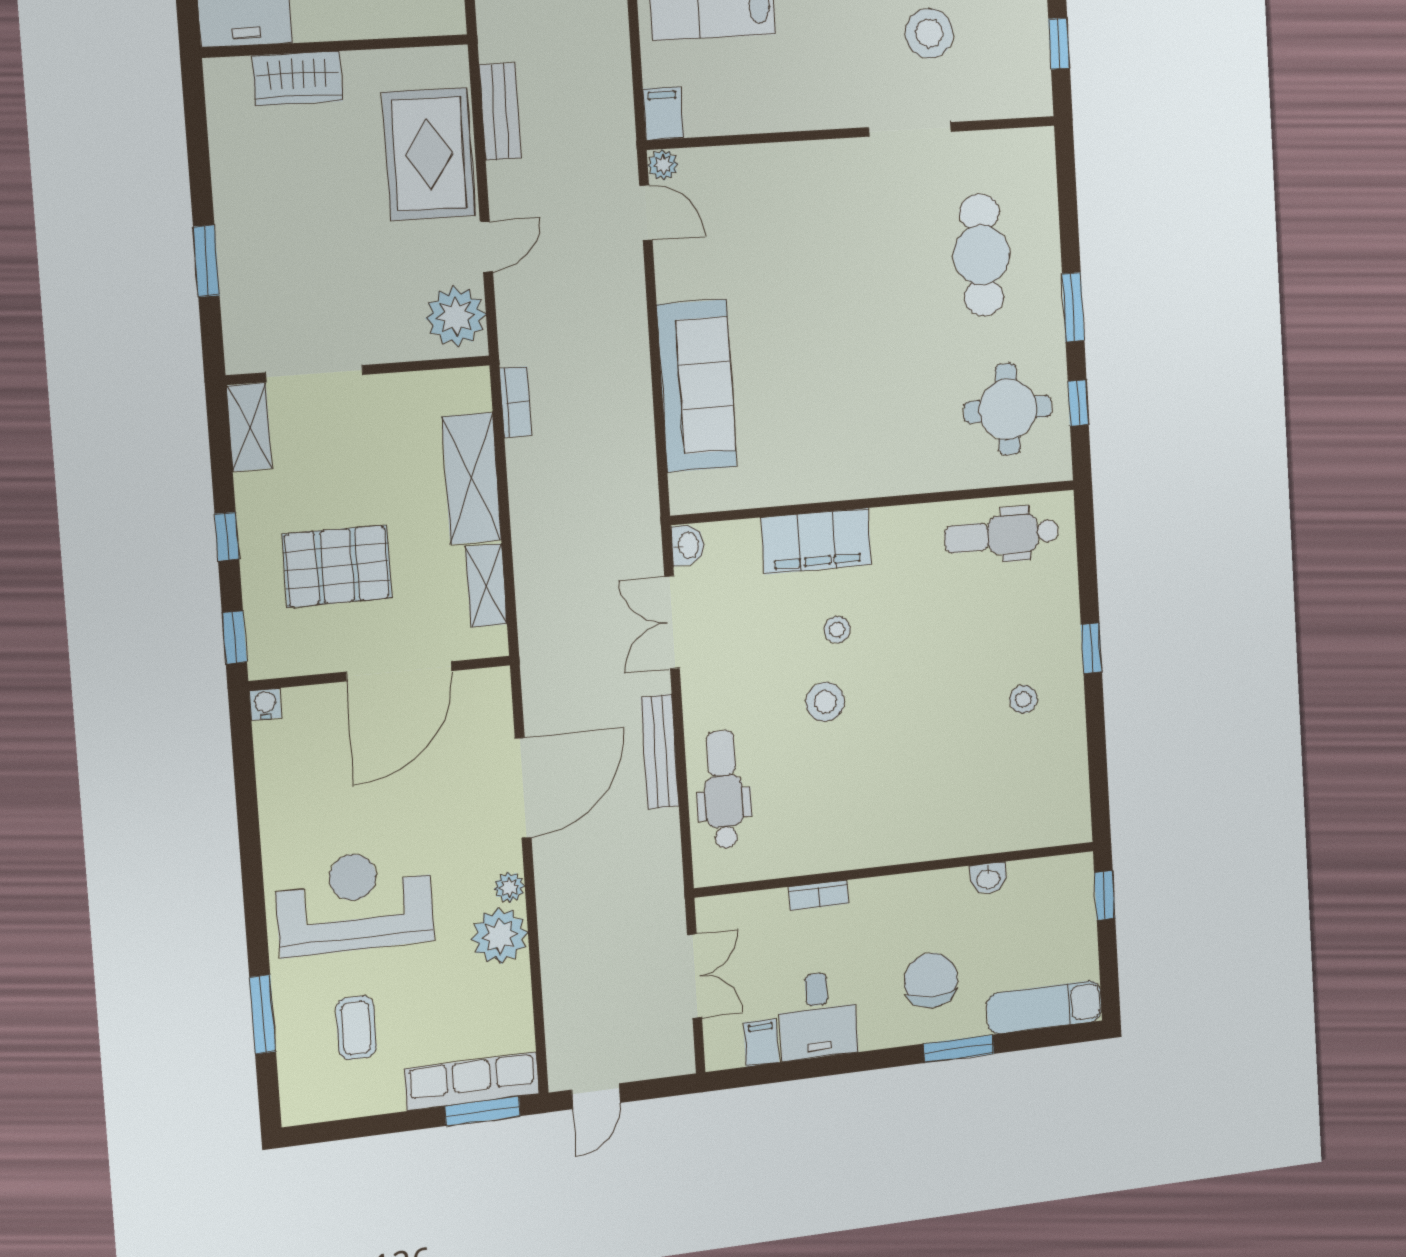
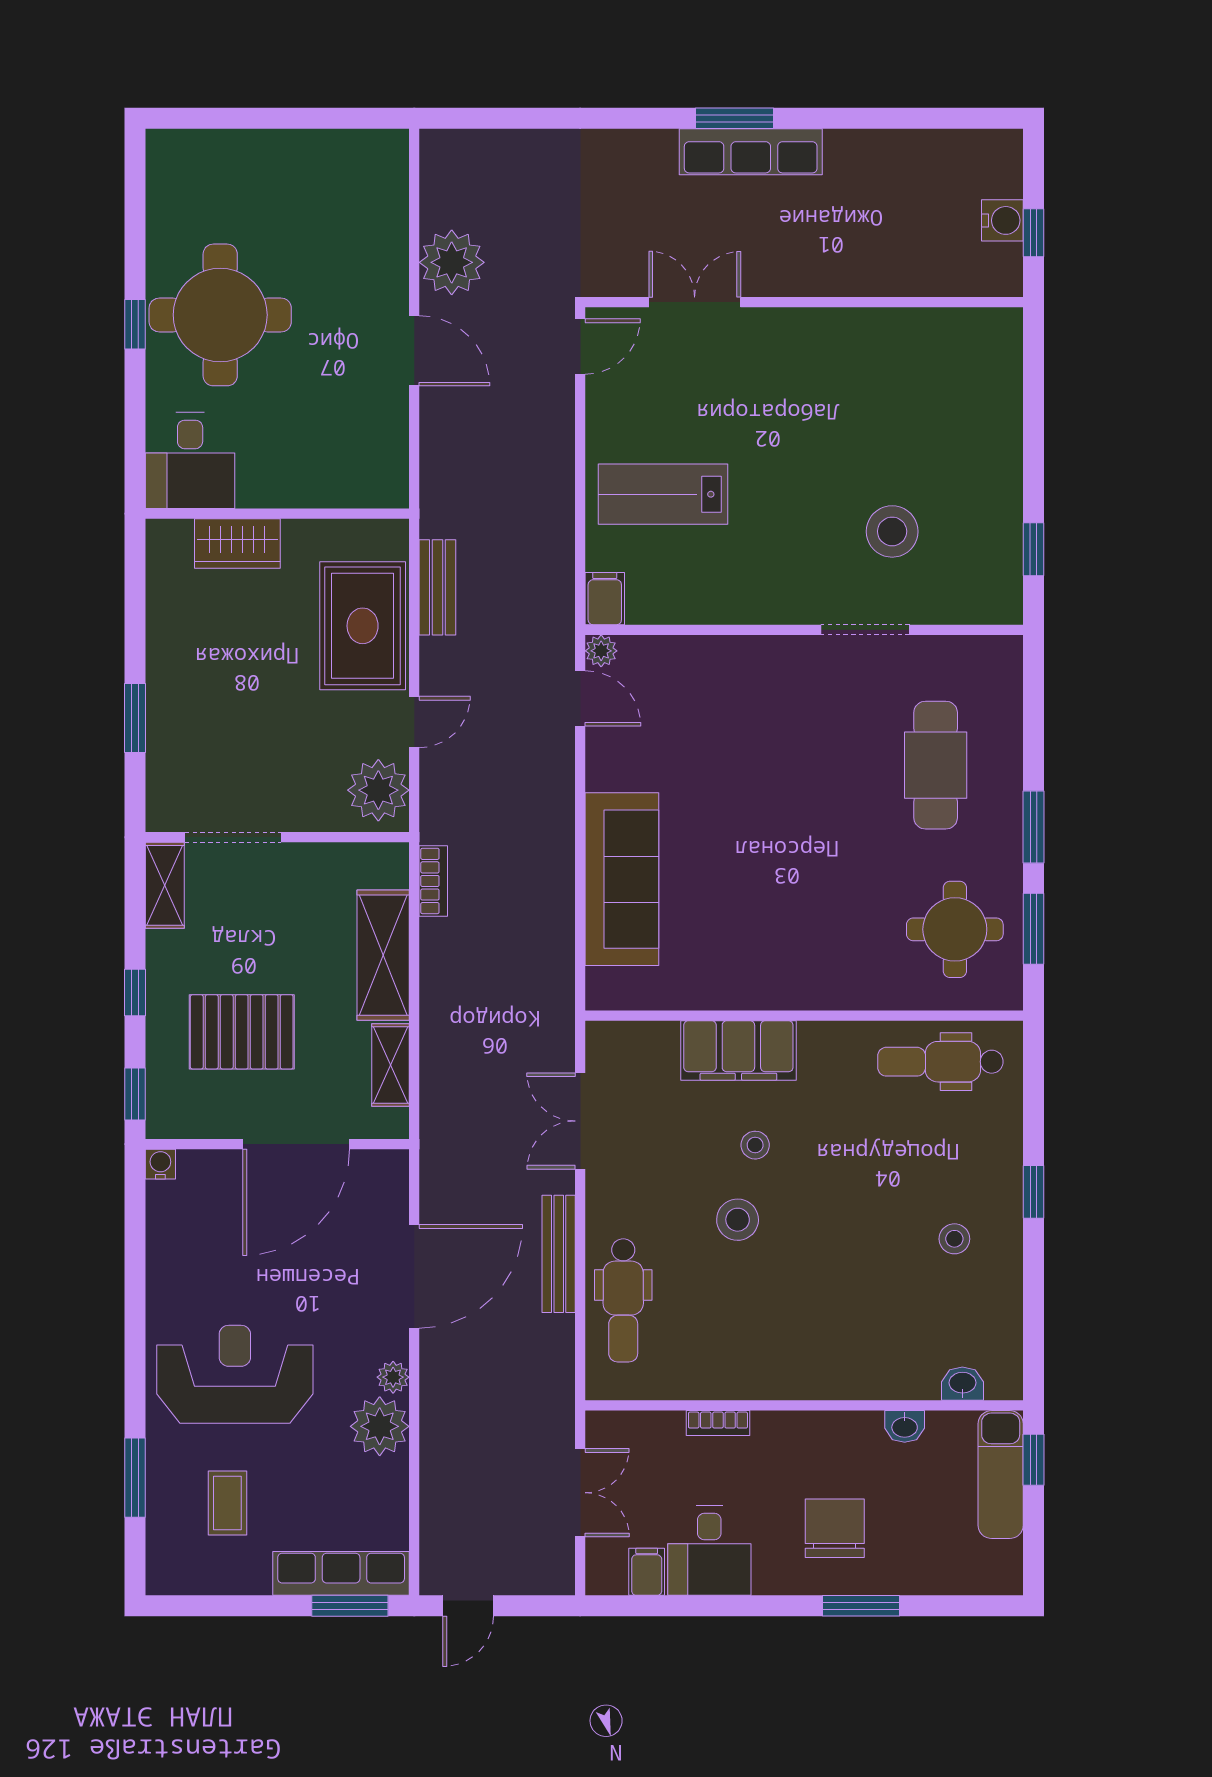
window: (1078, 403) -> (1033, 929), width x1.50
washbasin: (688, 545) -> (962, 1384), moved, turned -90
dental chair: (723, 790) -> (623, 1300), turned 180
exam couch: (1044, 1007) -> (1001, 1475), moved, turned -90

